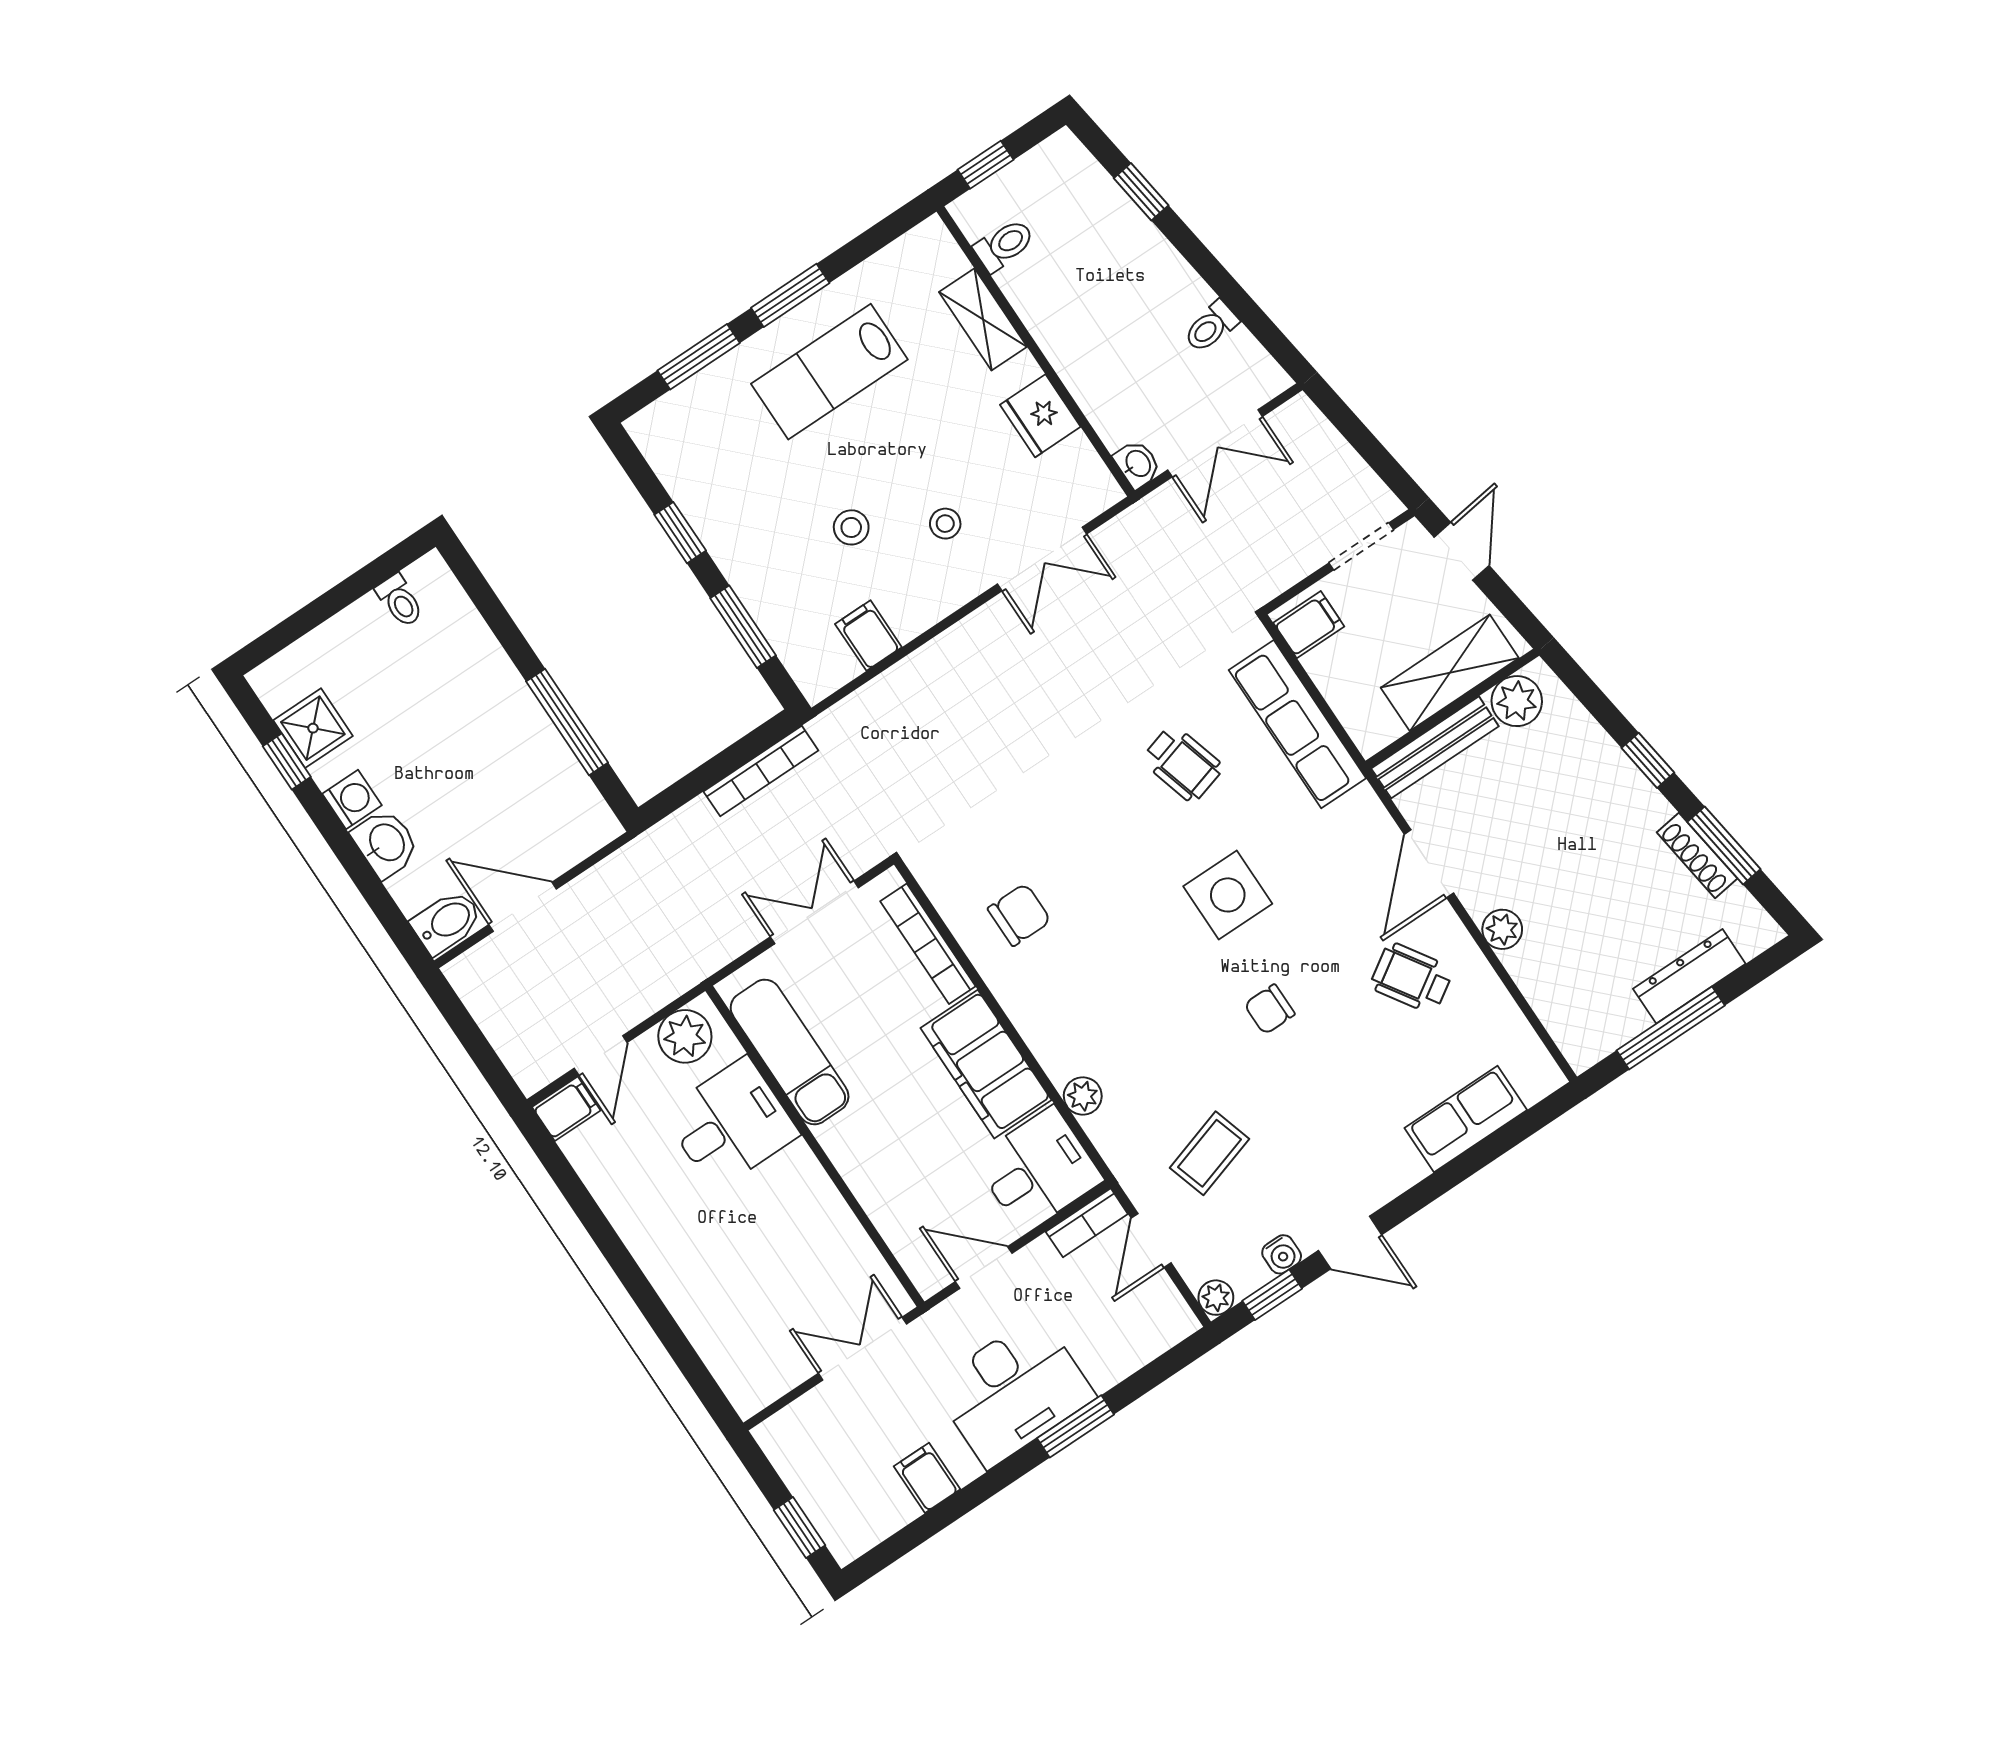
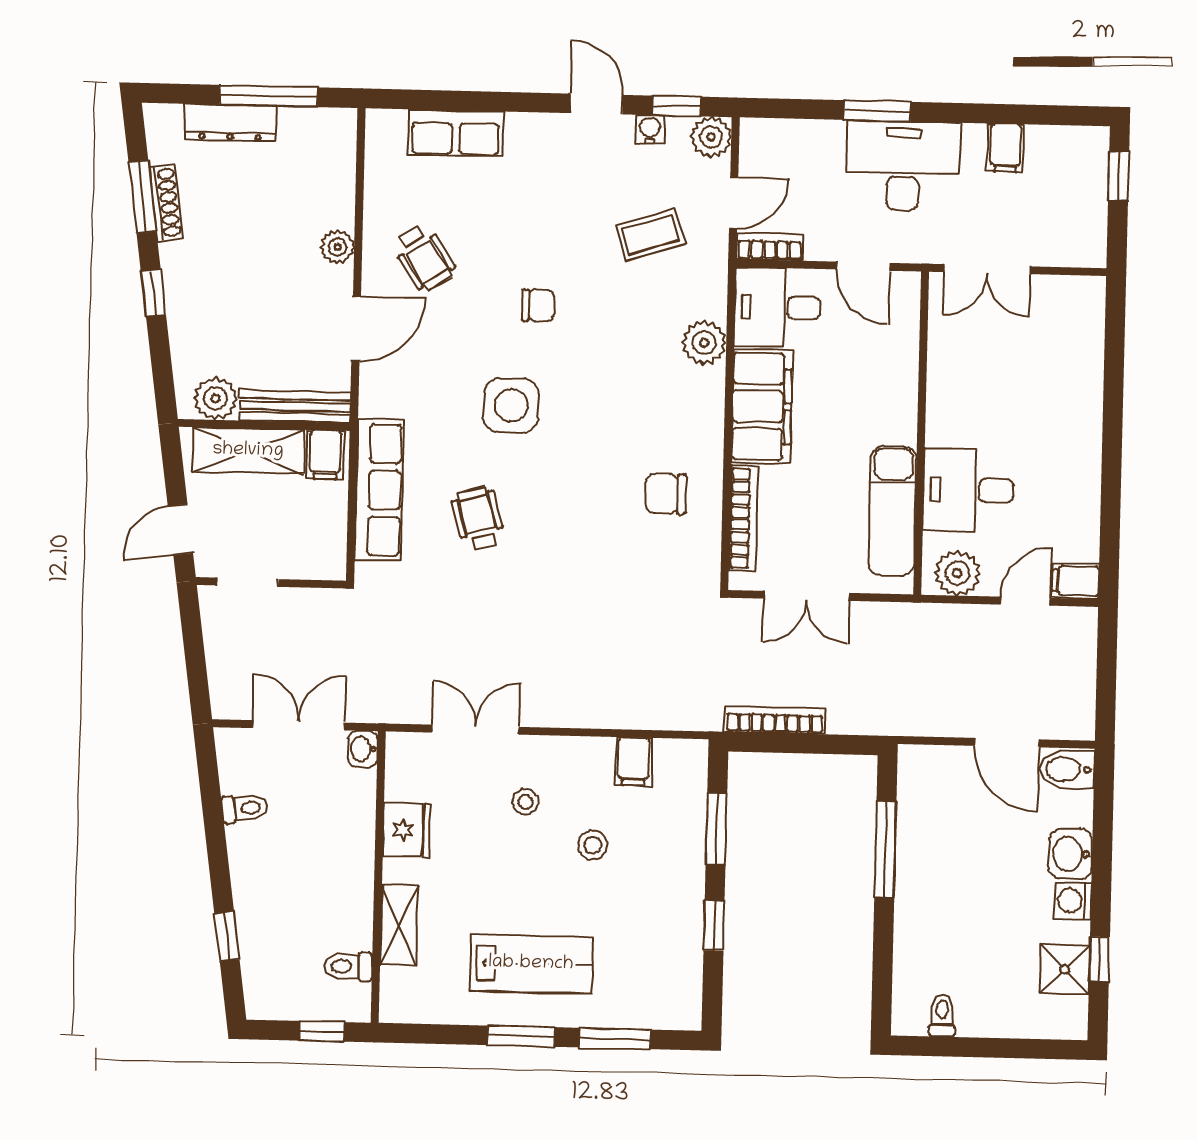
filing cabinet: (1309, 625) -> (325, 455), moved, turned -90
plant: (1083, 1096) -> (704, 343), width x1.38, depth x1.38
plant: (1216, 1298) -> (711, 137), width x1.38, depth x1.38

